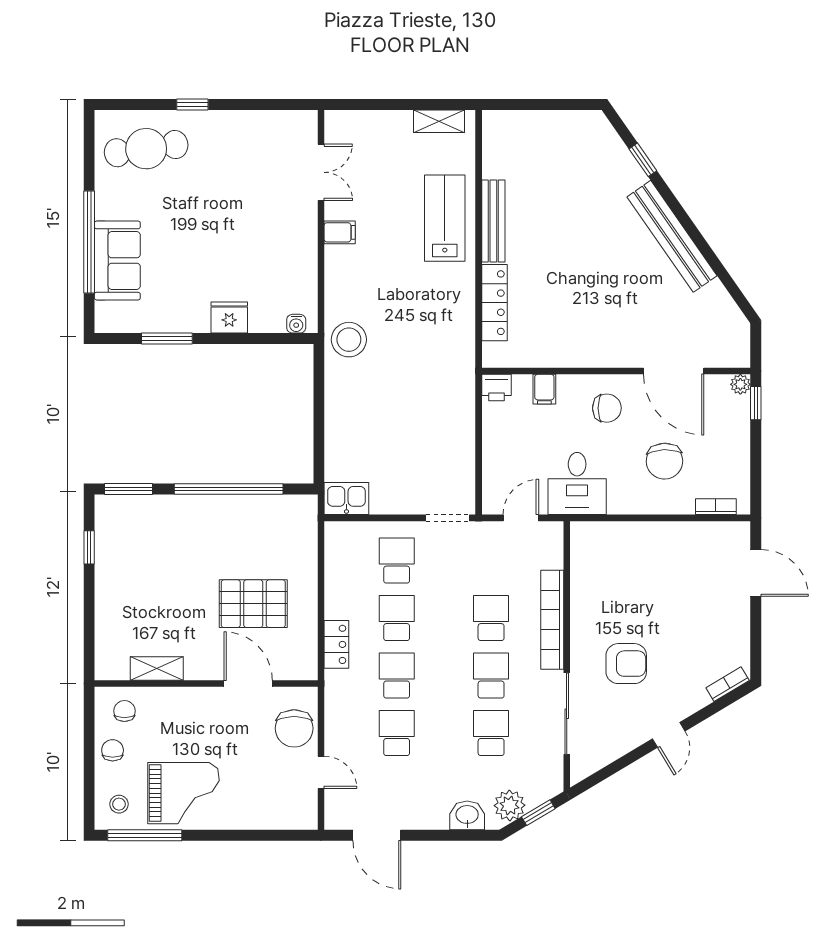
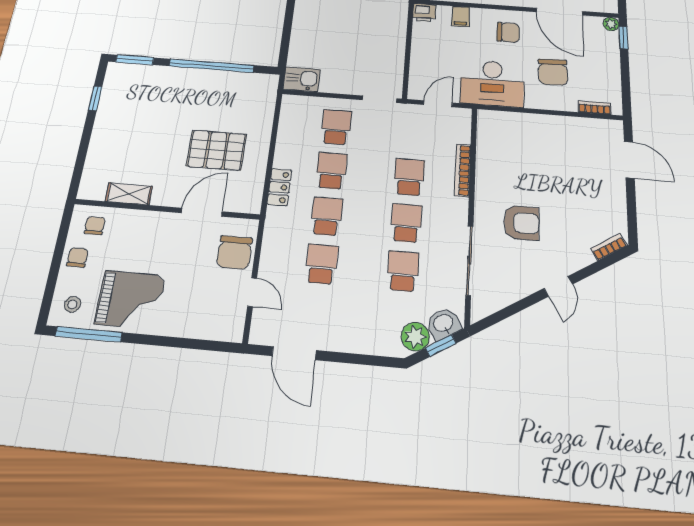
desk: (577, 484) -> (492, 83), width x1.37
bookcase: (552, 620) -> (463, 170), width x0.68, depth x0.76
door: (248, 684) -> (202, 212), hinge flipped
washbasin: (467, 815) -> (443, 324), moved, turned -31

